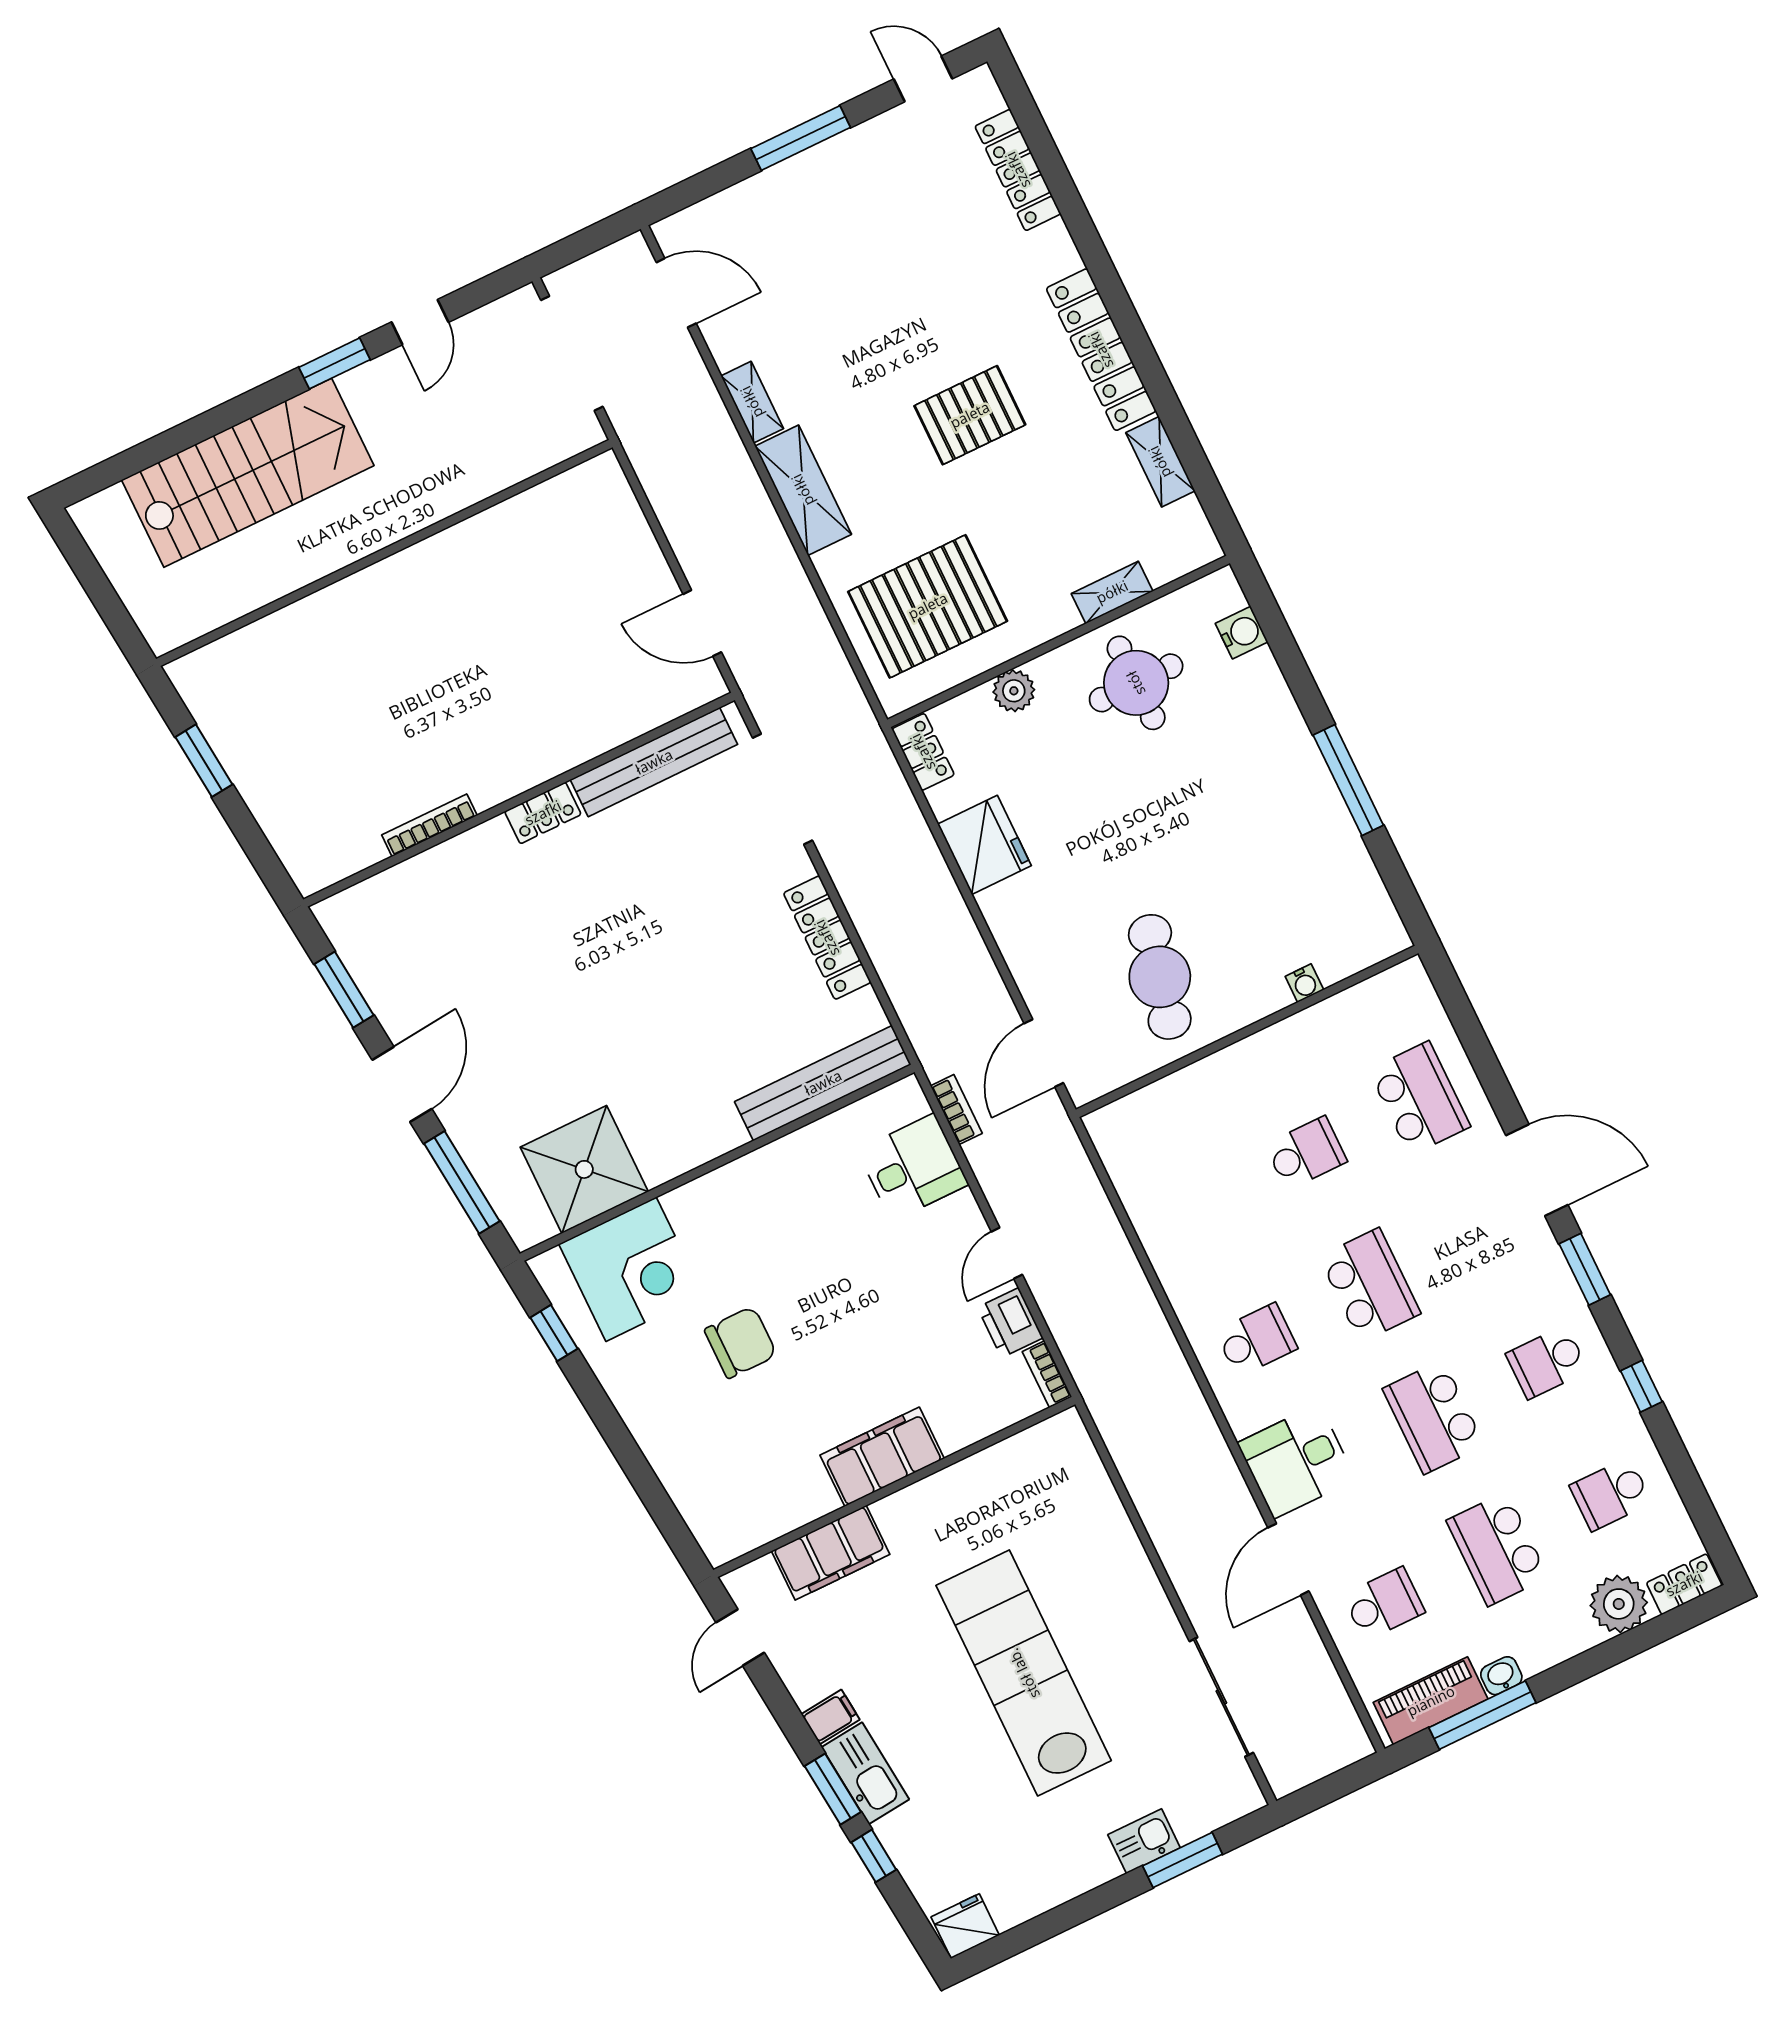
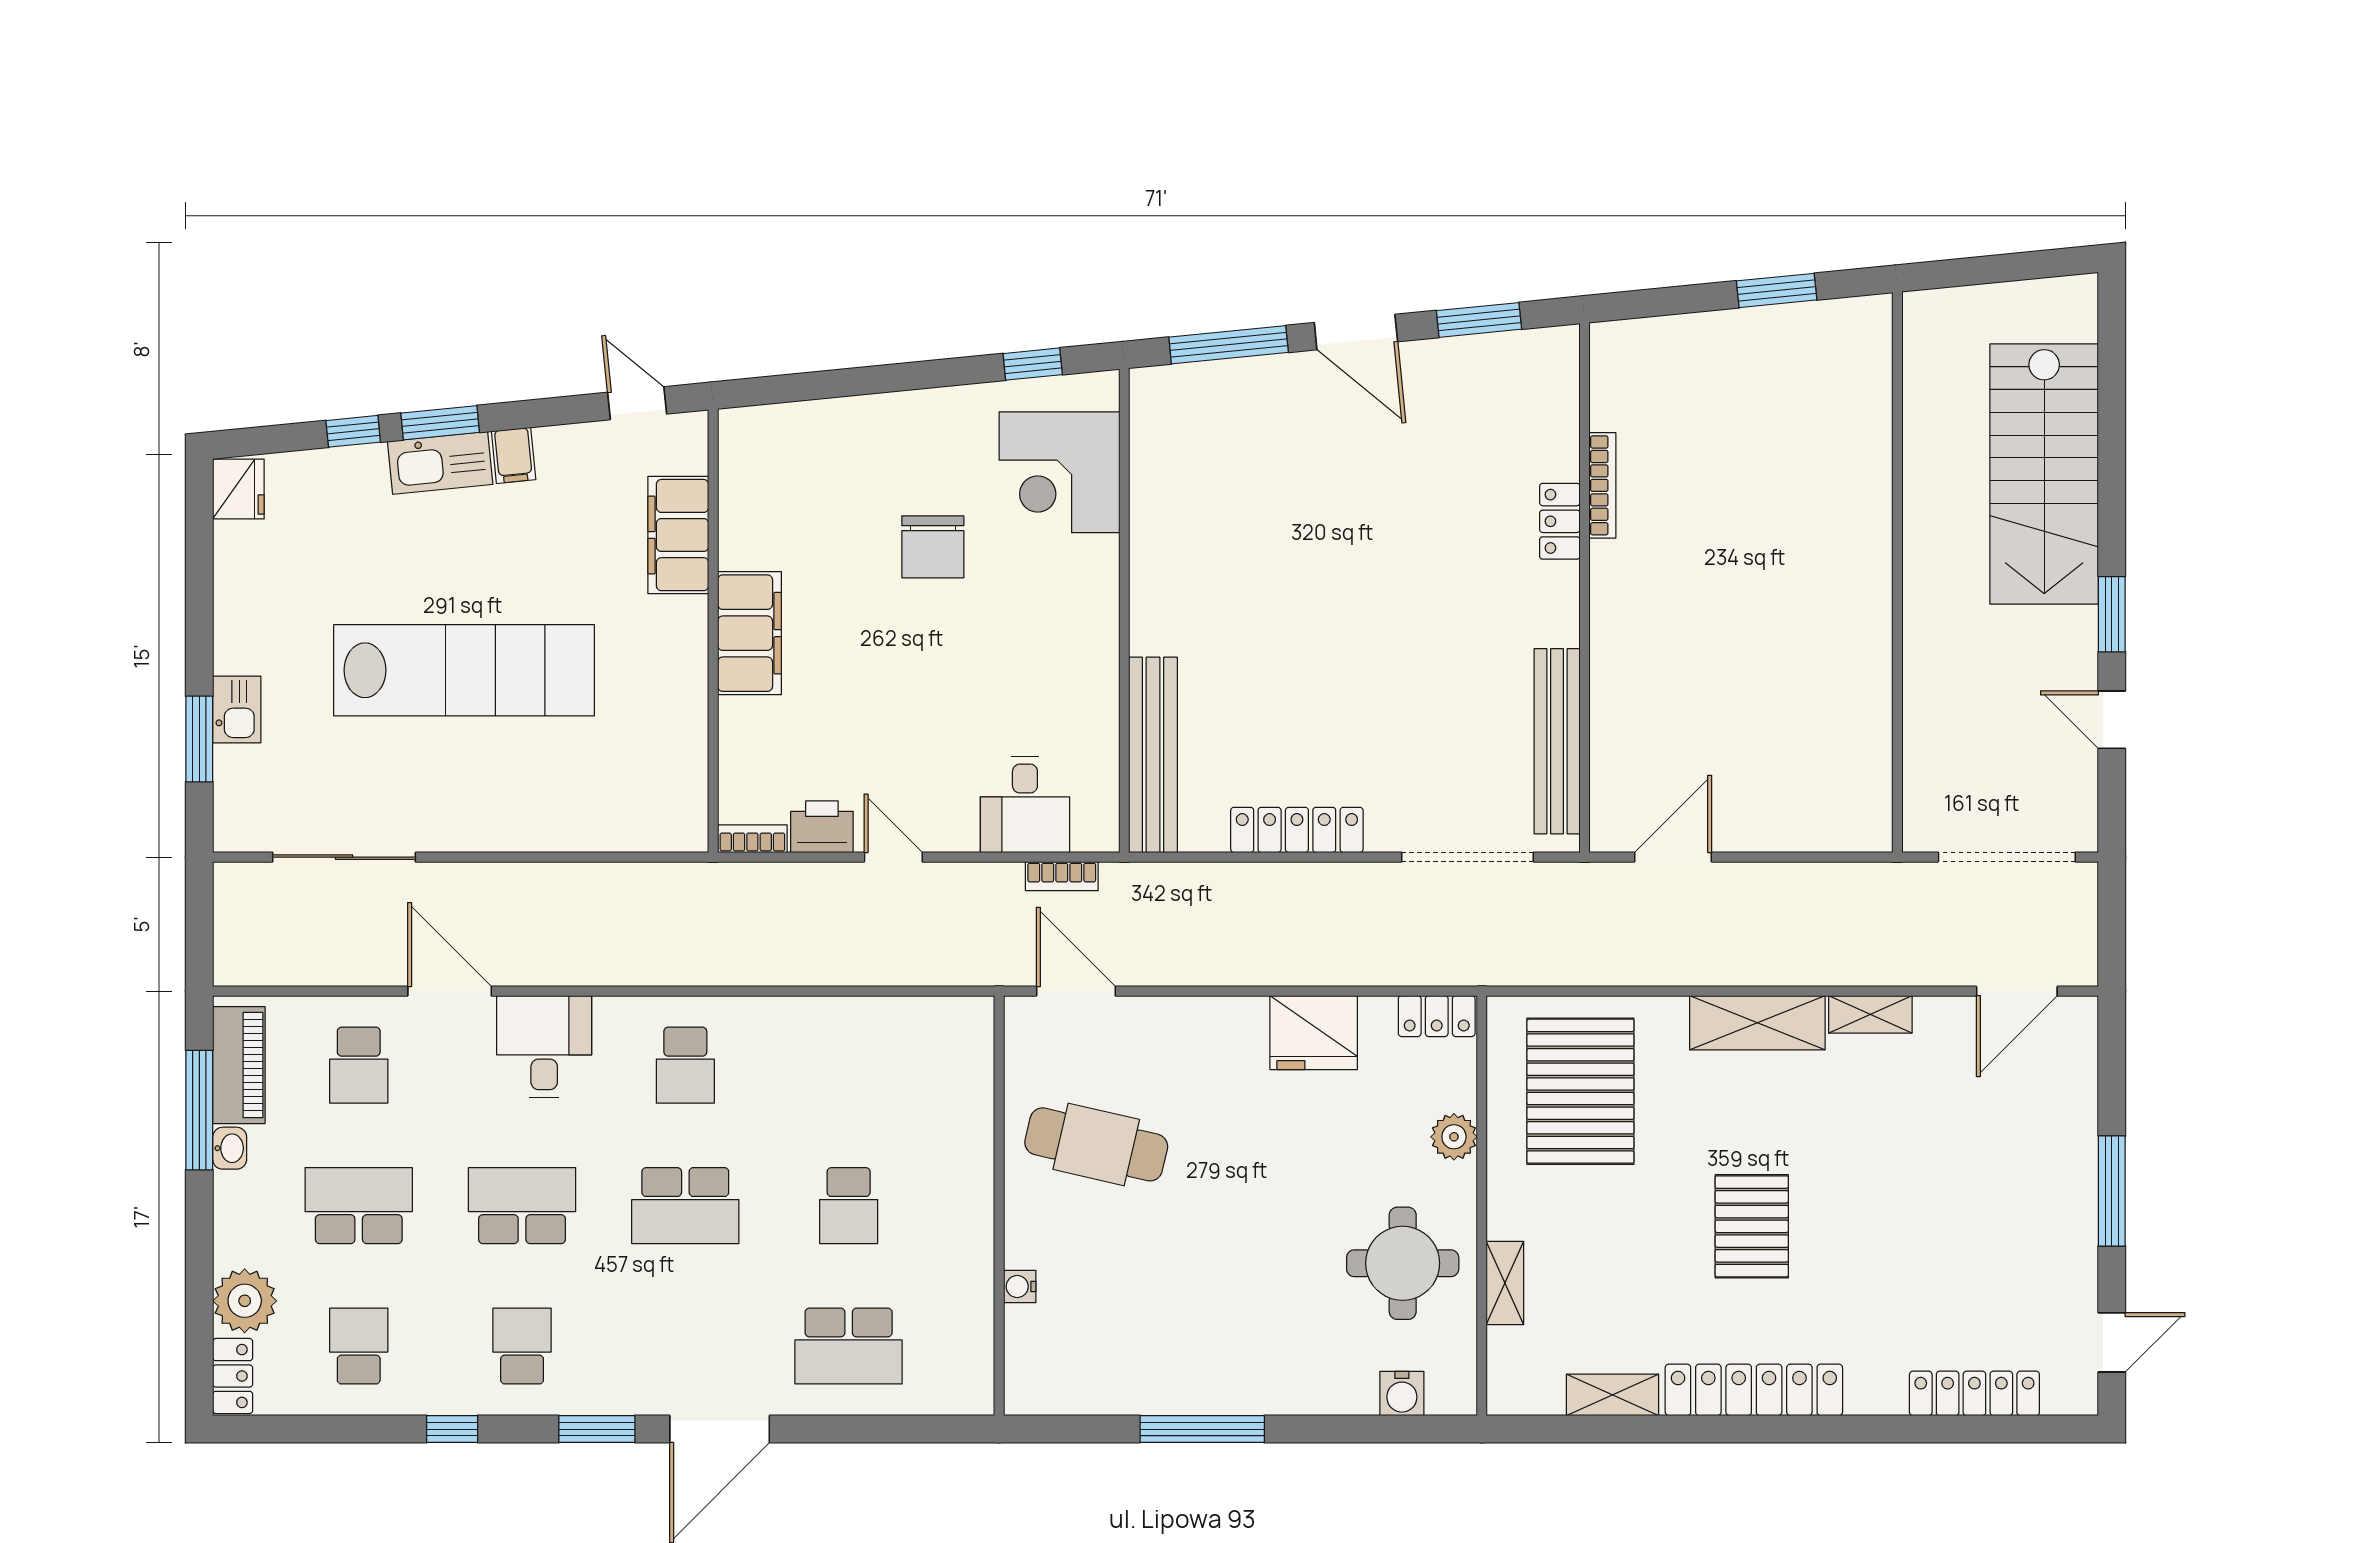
locker: (543, 813) -> (1560, 521), moved
shower: (584, 1169) -> (1182, 474), removed

